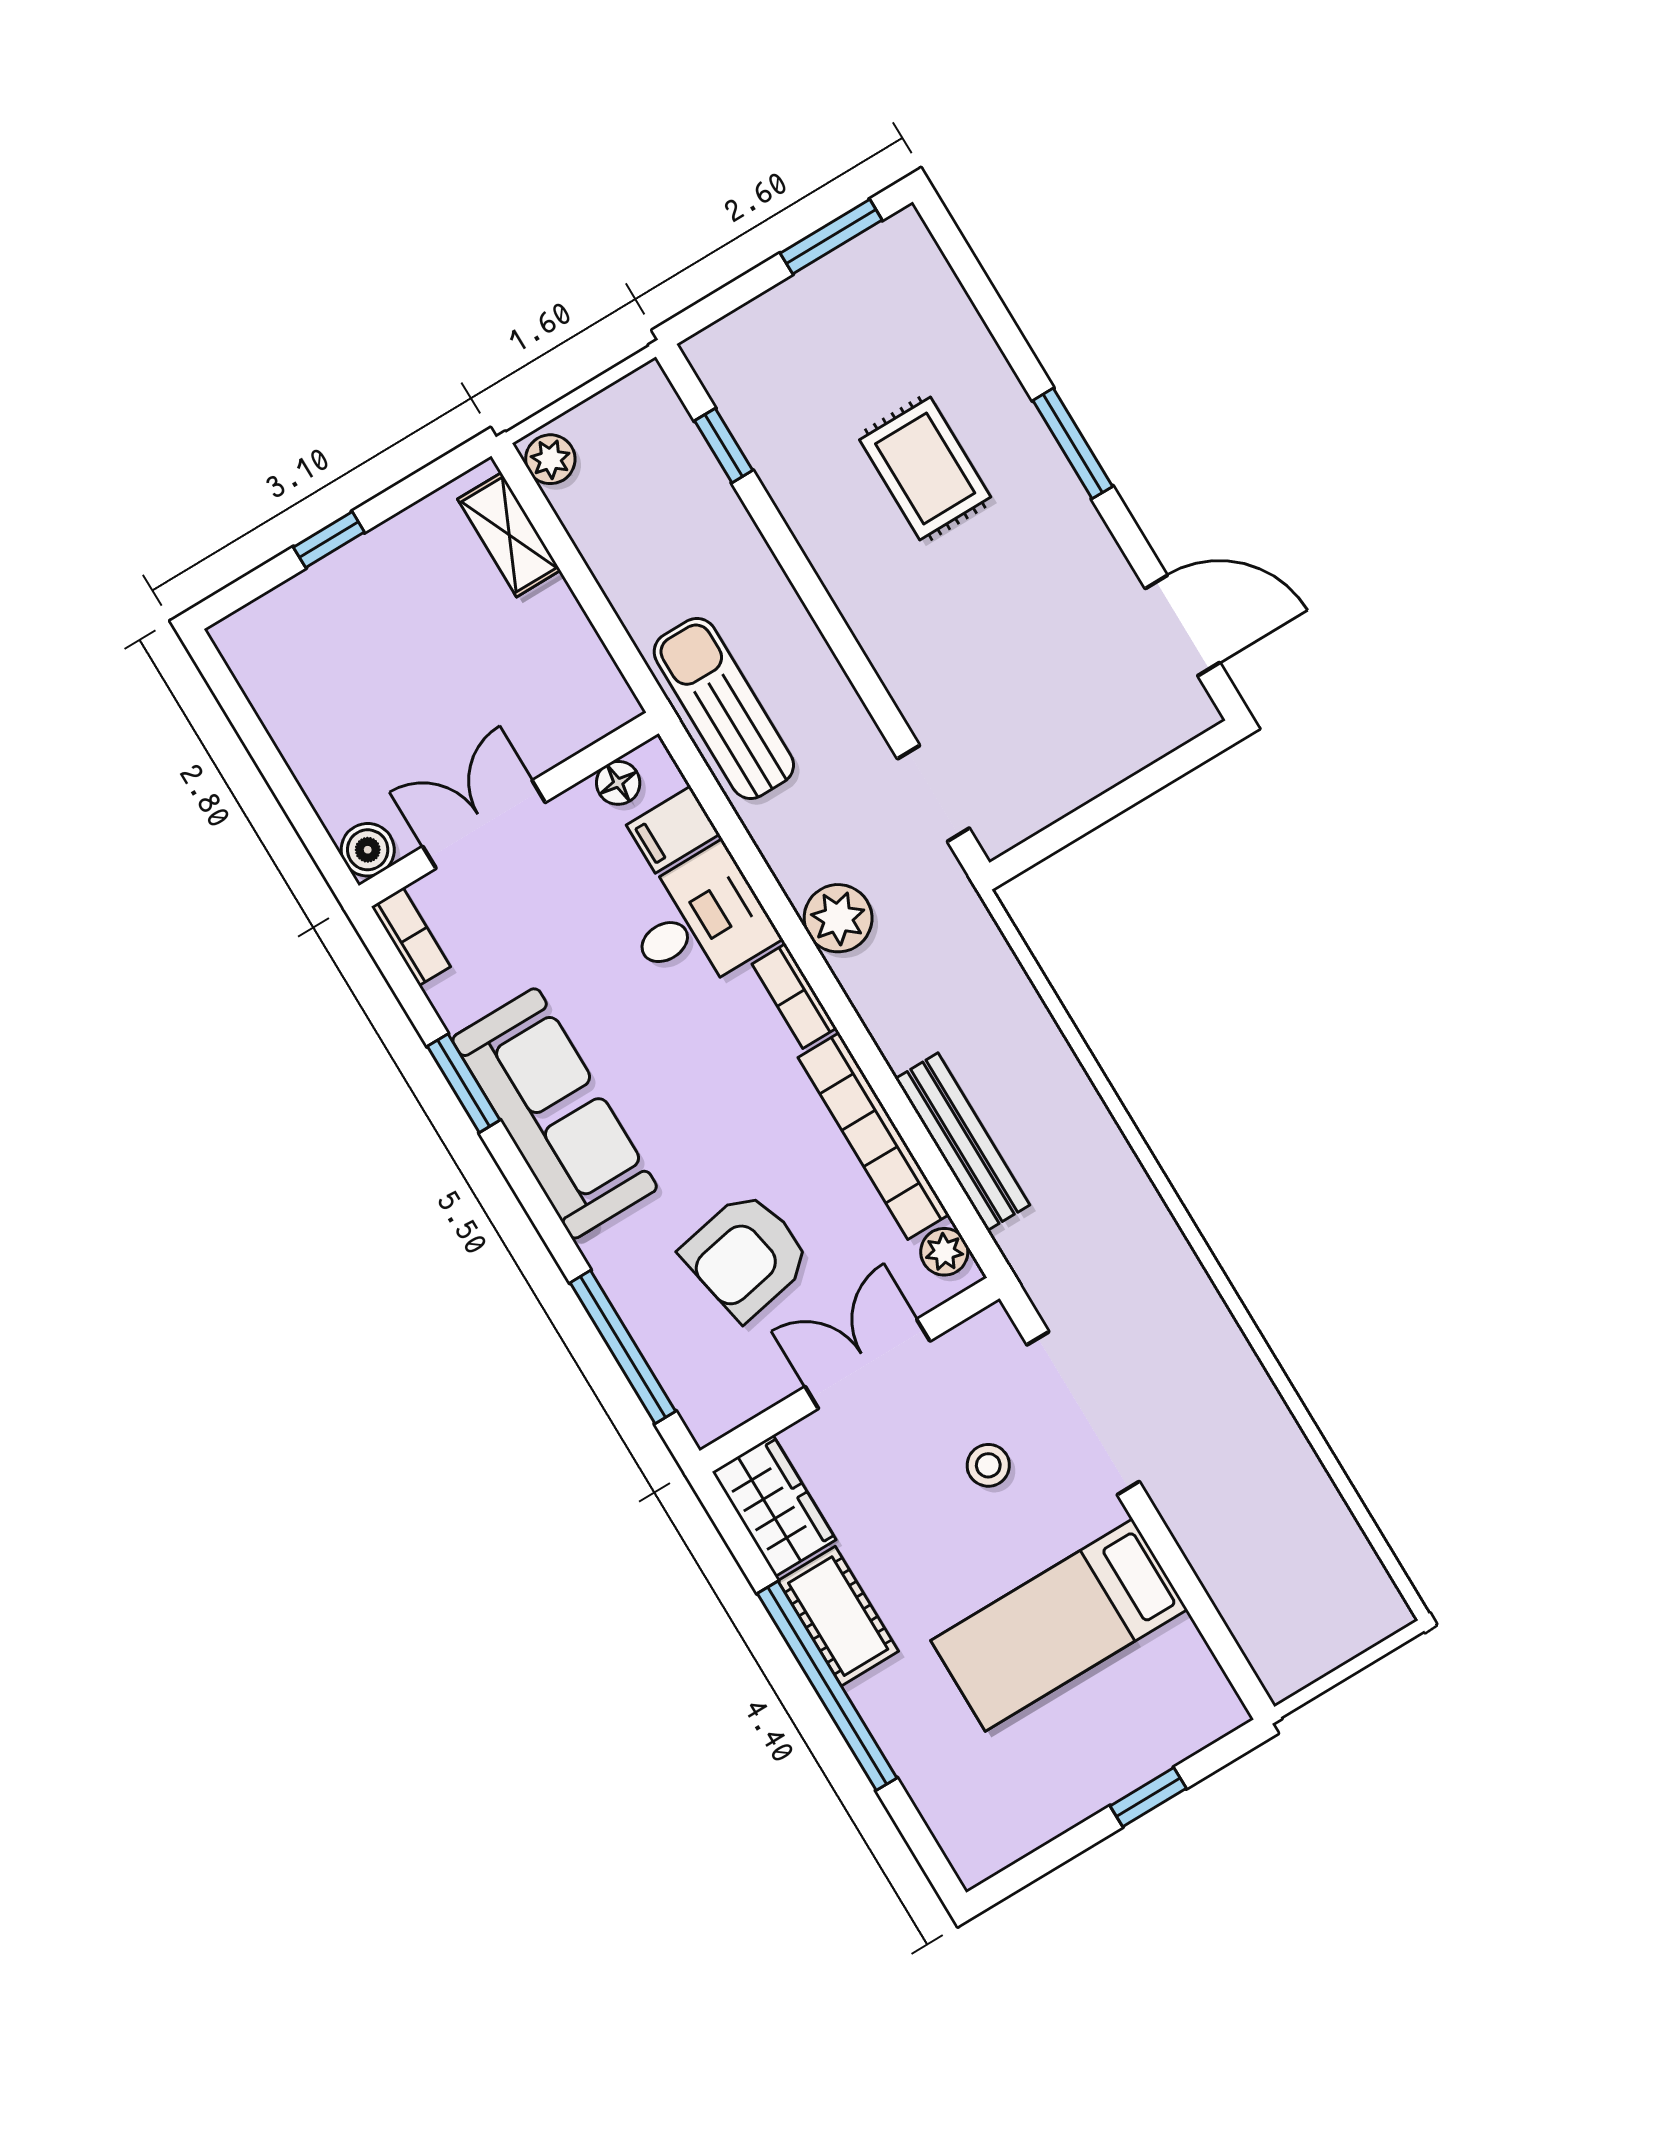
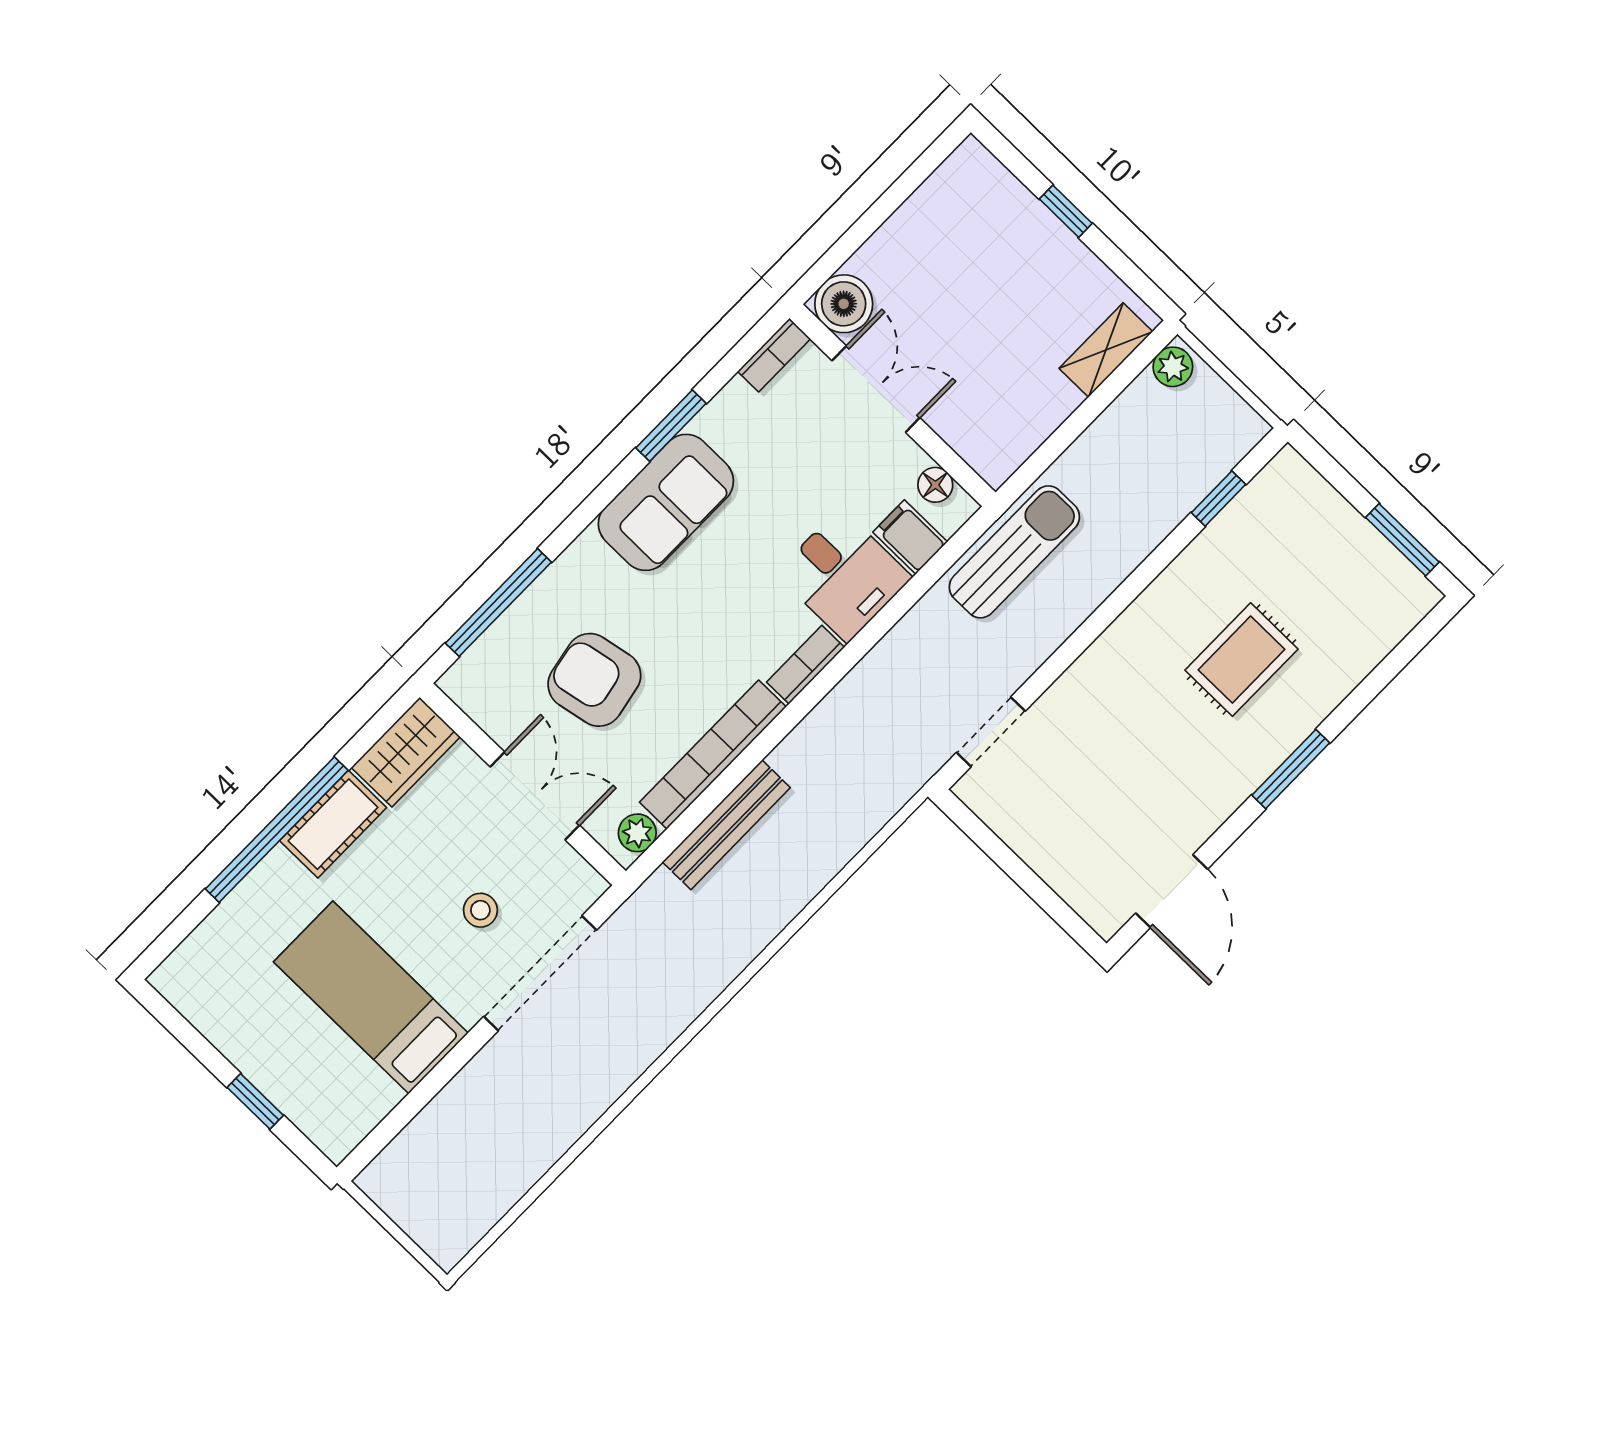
boiler: (368, 850) -> (844, 304), width x1.36, depth x1.36
plant: (838, 918) -> (875, 683), removed
sofa: (555, 1113) -> (666, 502), width x0.73

